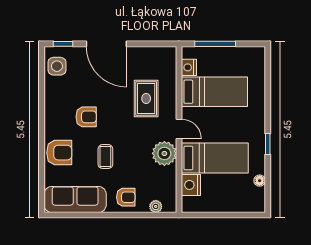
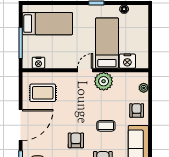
bed: (214, 92) -> (47, 24), moved, turned 90
rug: (146, 99) -> (43, 93), moved

